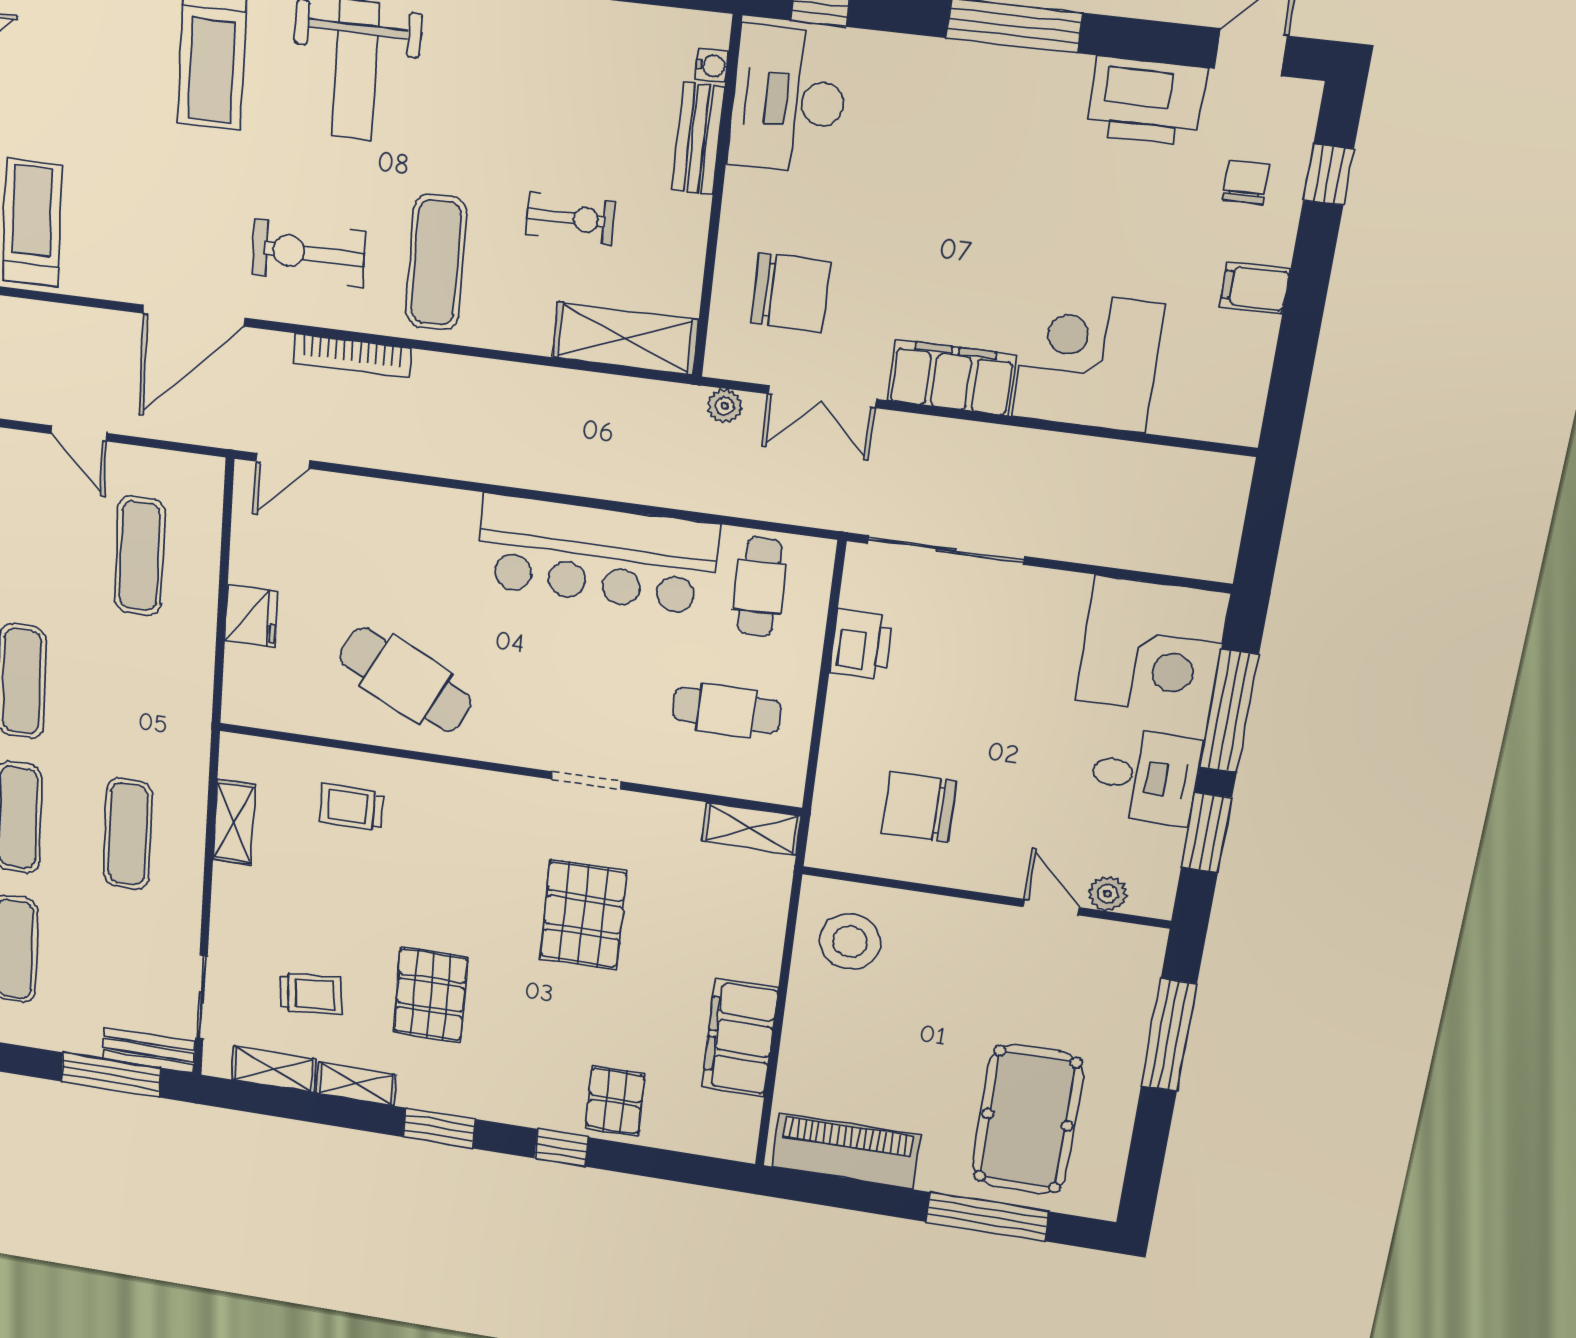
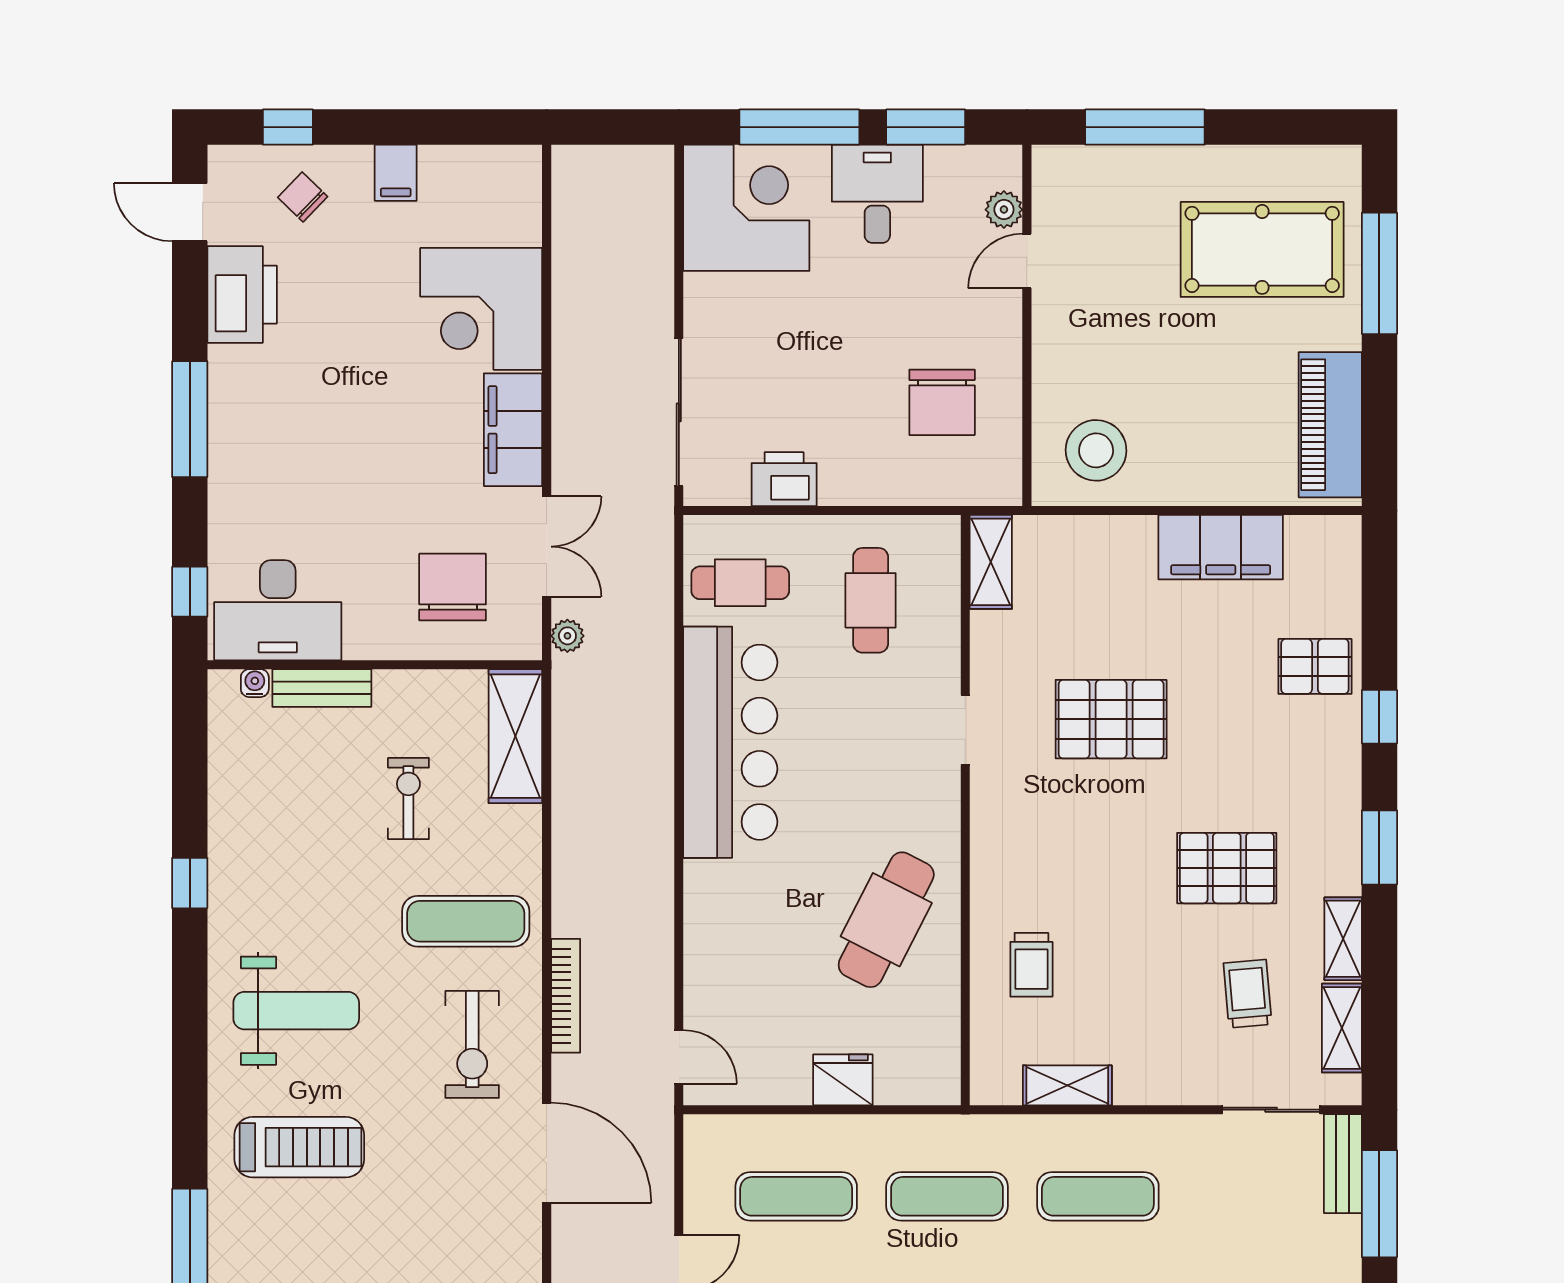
chair: (1246, 182) -> (303, 197), turned 44
exercise mat: (134, 697) -> (947, 1196), added

